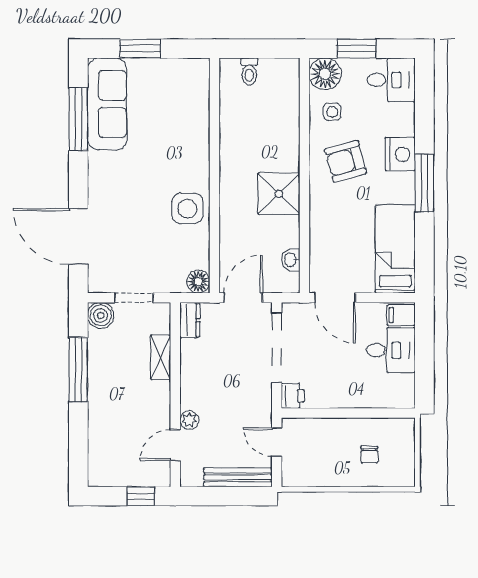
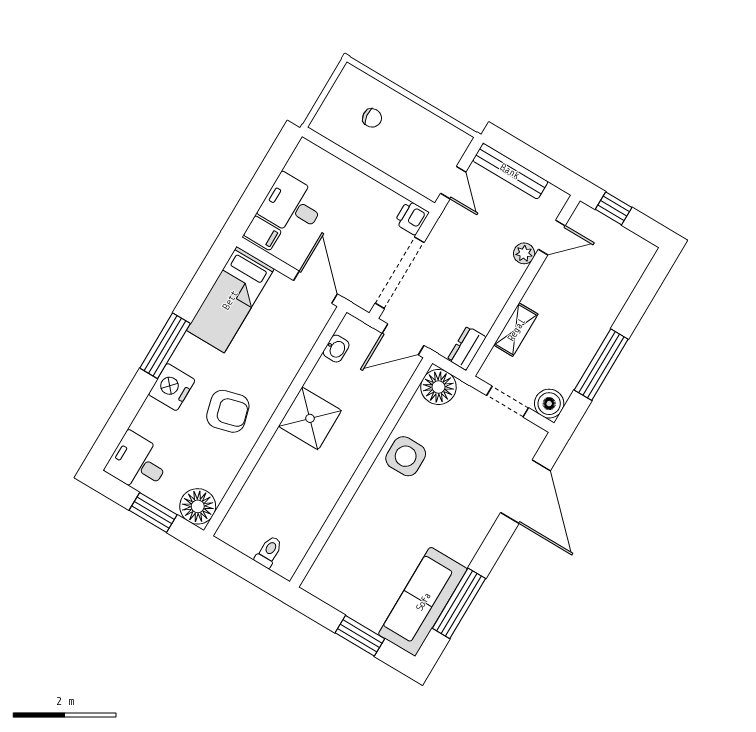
side table: (332, 112) -> (212, 466), removed
floor lamp: (198, 282) -> (438, 387), width x1.38, depth x1.38
chair: (369, 455) -> (372, 118), turned 83

